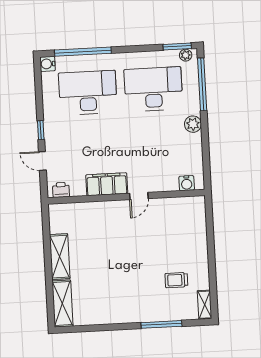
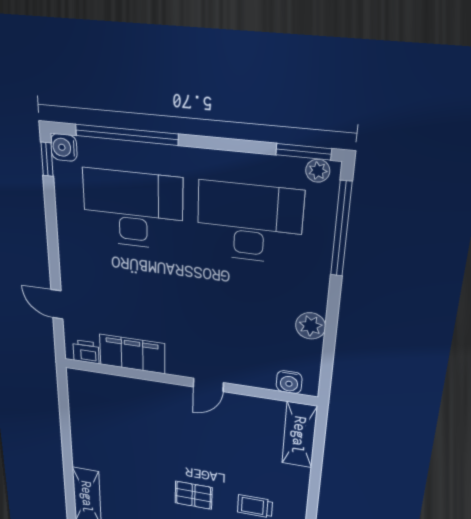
plant: (193, 124) -> (311, 326), moved
window: (41, 130) -> (47, 159), moved
filing cabinet: (107, 184) -> (132, 354), moved
shelving: (60, 257) -> (299, 435), moved
pallet: (136, 282) -> (194, 495), added

